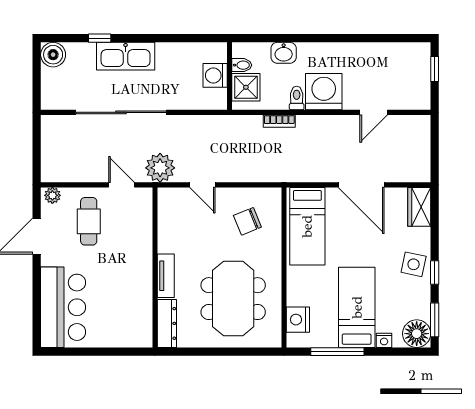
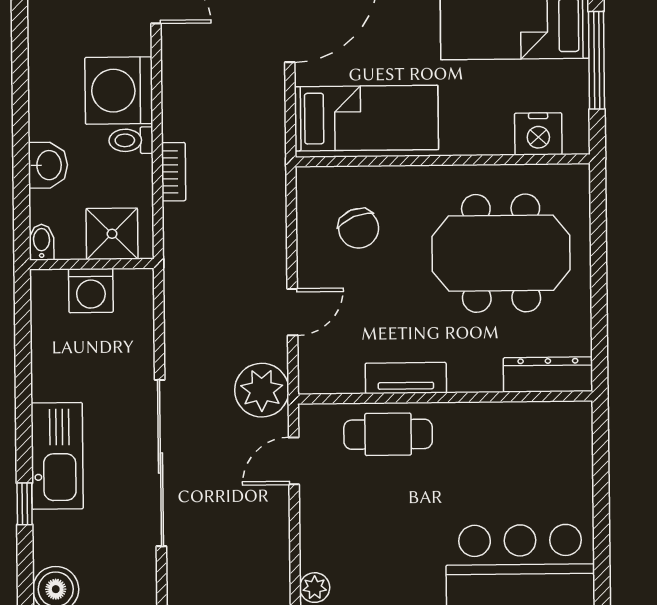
bidet: (242, 65) -> (42, 242), moved
cafe table: (89, 221) -> (388, 434), moved
tv unit: (166, 276) -> (406, 378), moved

